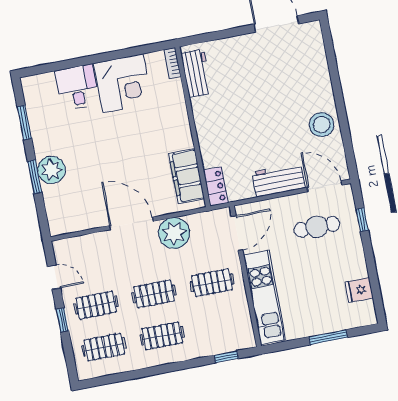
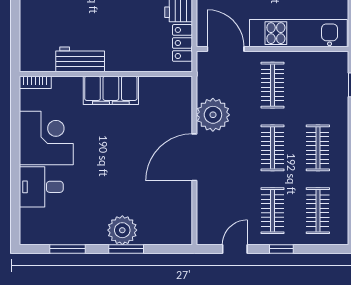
workbench: (196, 73) -> (80, 59), moved
filing cabinet: (187, 176) -> (111, 90), moved
locker: (216, 187) -> (182, 43), moved, turned -90

